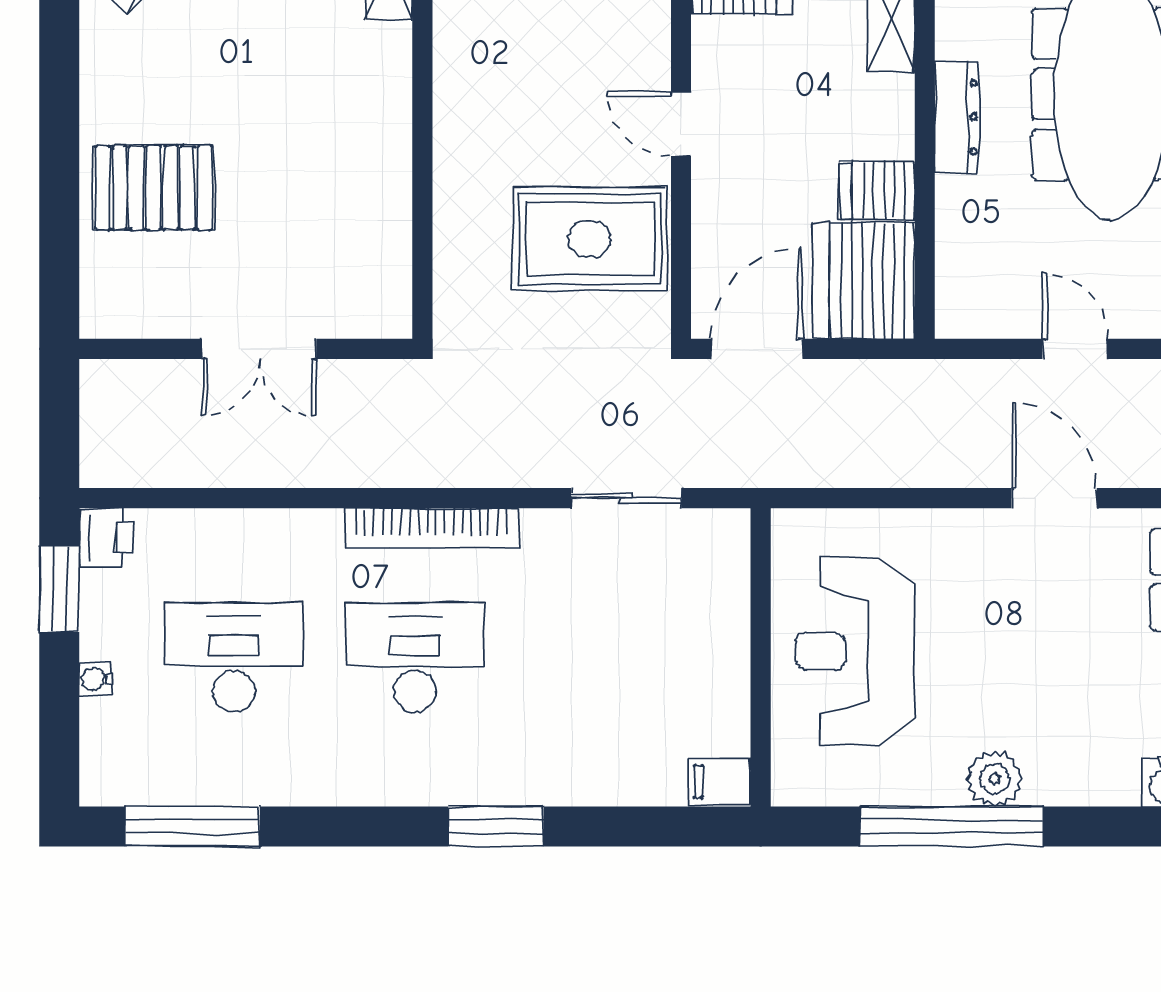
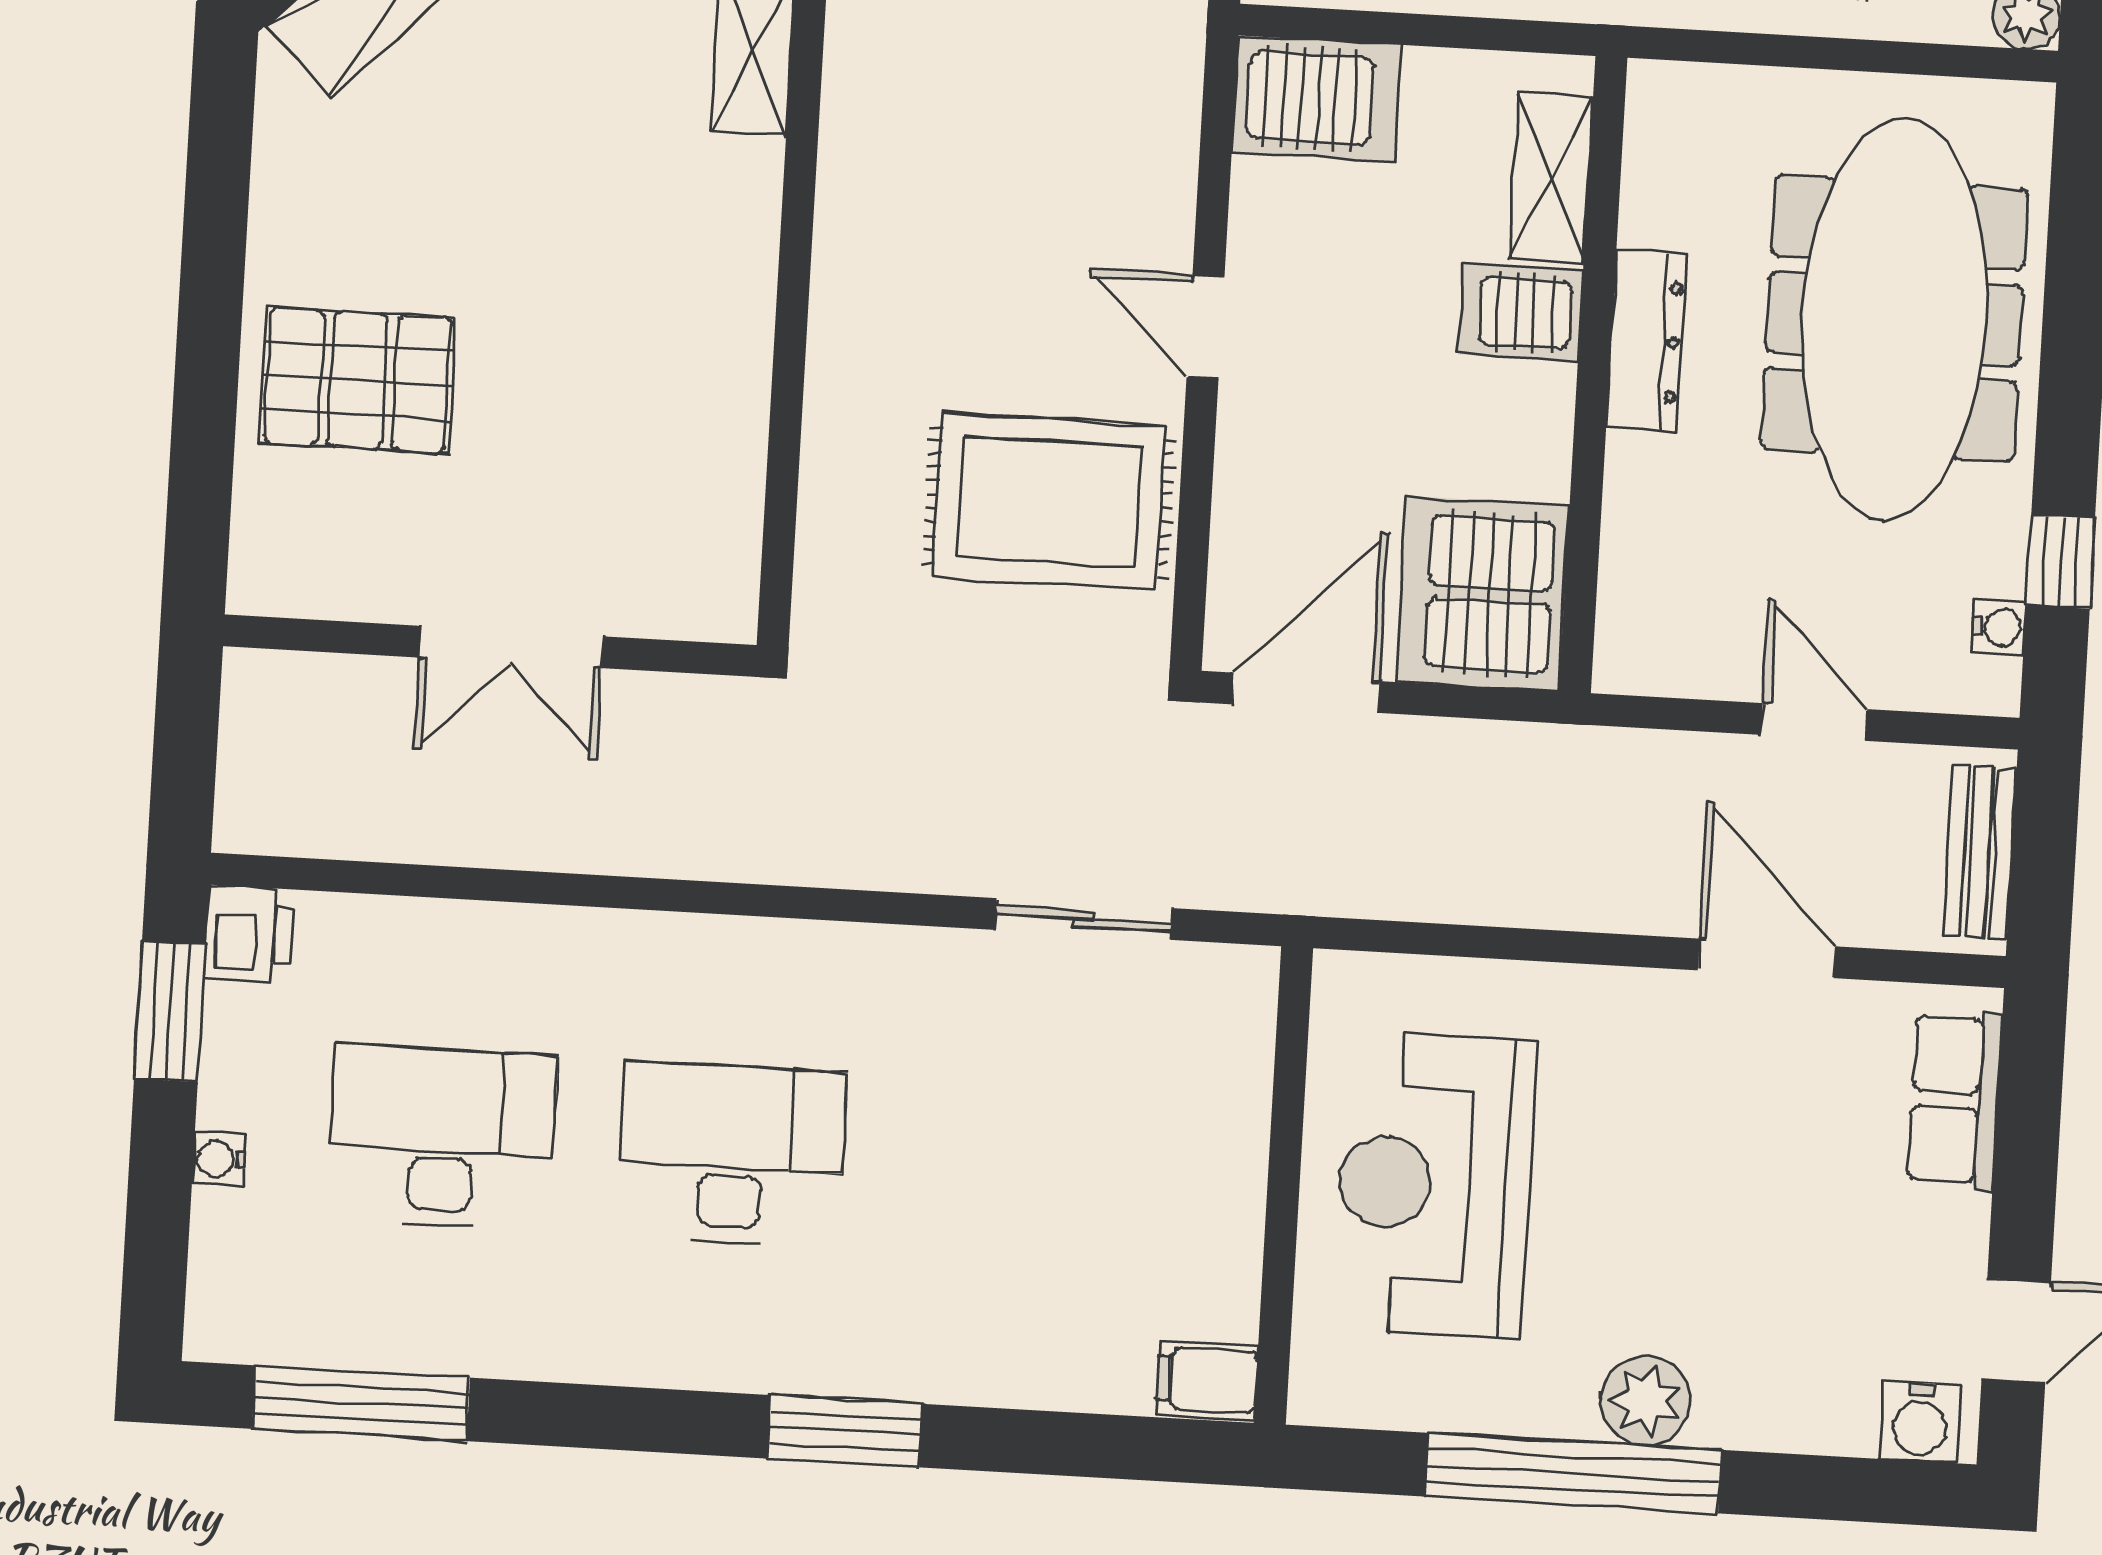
server rack: (877, 190) -> (1521, 313), moved
bookcase: (431, 528) -> (770, 948), removed

